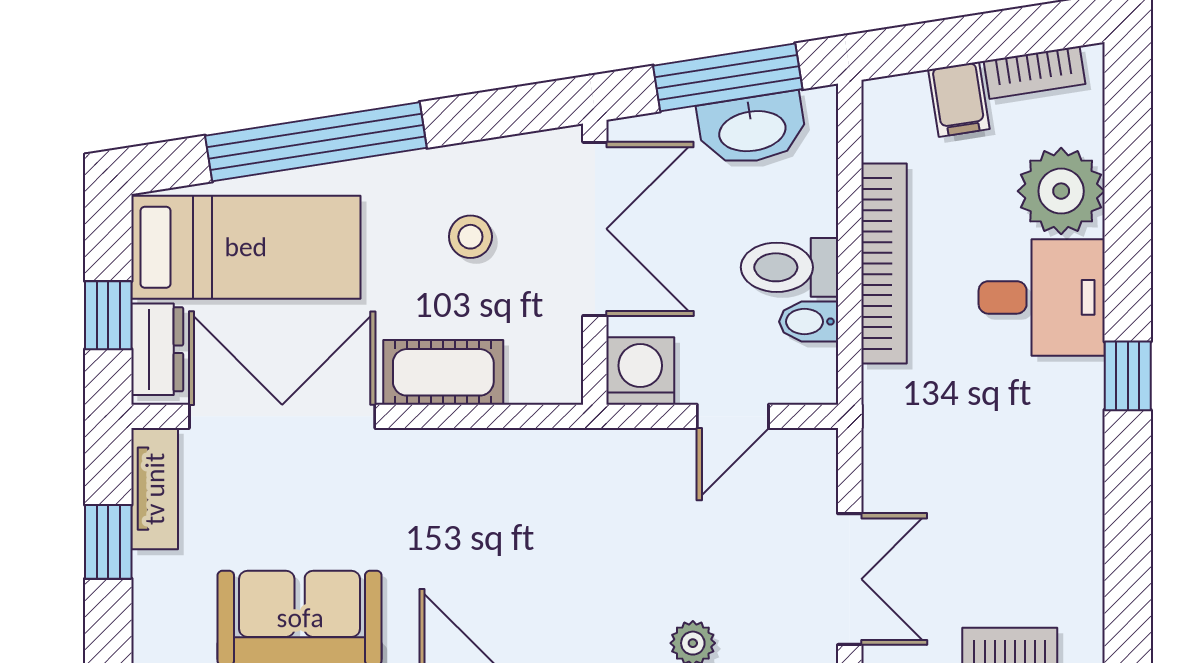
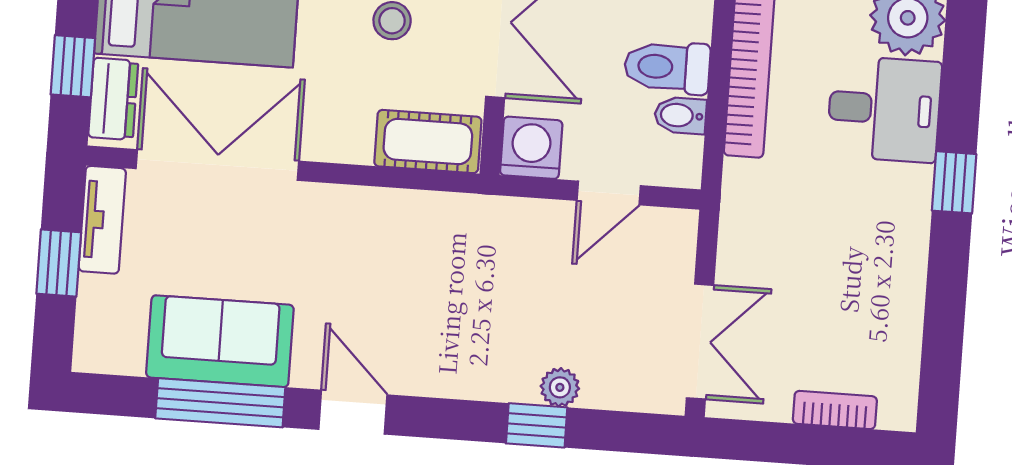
cot: (443, 372) -> (428, 142), moved

